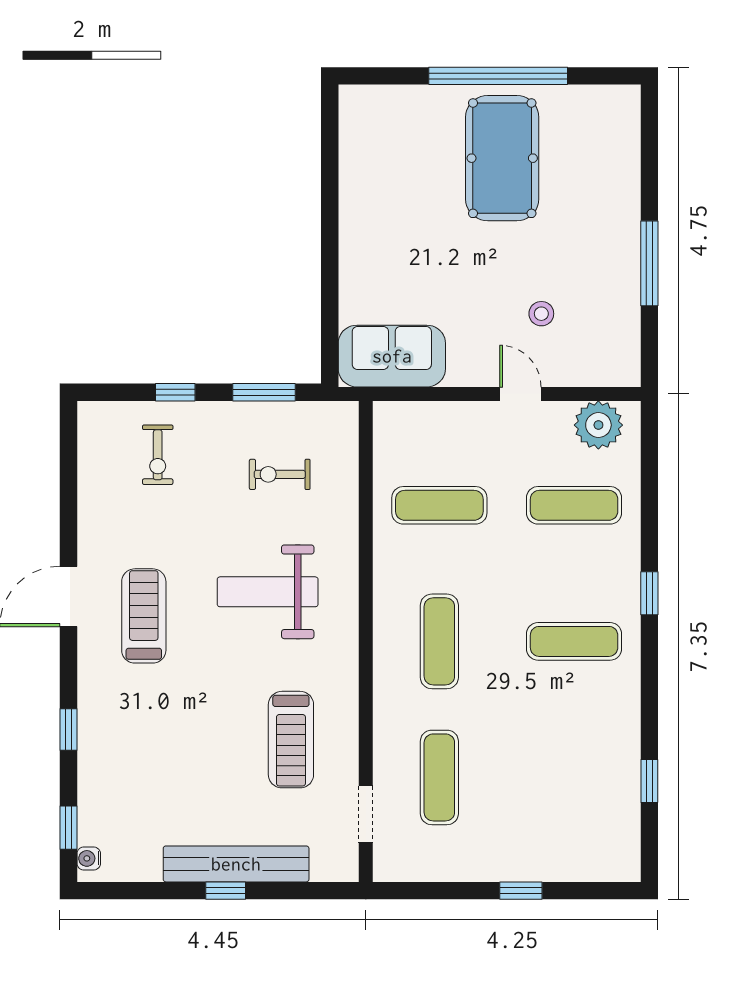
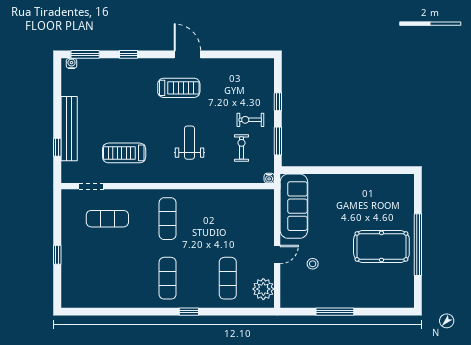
sofa: (392, 356) -> (294, 206), width x1.36
water cooler: (348, 412) -> (269, 178), added
exercise bike: (158, 455) -> (250, 120), moved
exercise mat: (439, 505) -> (228, 219), removed
weight bench: (268, 592) -> (190, 143), width x0.73, depth x0.75
exercise mat: (439, 641) -> (168, 219), turned 90
window: (649, 781) -> (106, 312), removed
window: (68, 828) -> (85, 54), width x1.50
window: (226, 891) -> (57, 147), moved

